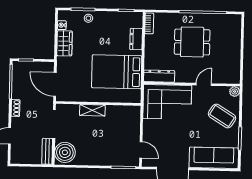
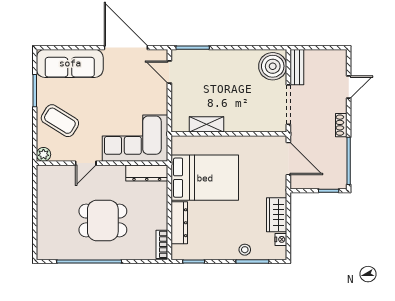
dresser: (136, 39) -> (179, 223), width x1.44
shelving: (92, 110) -> (207, 124), moved

